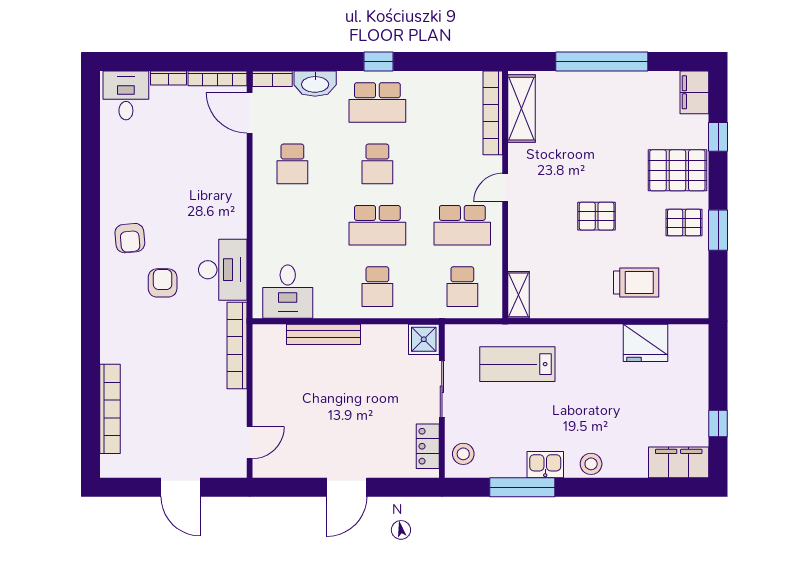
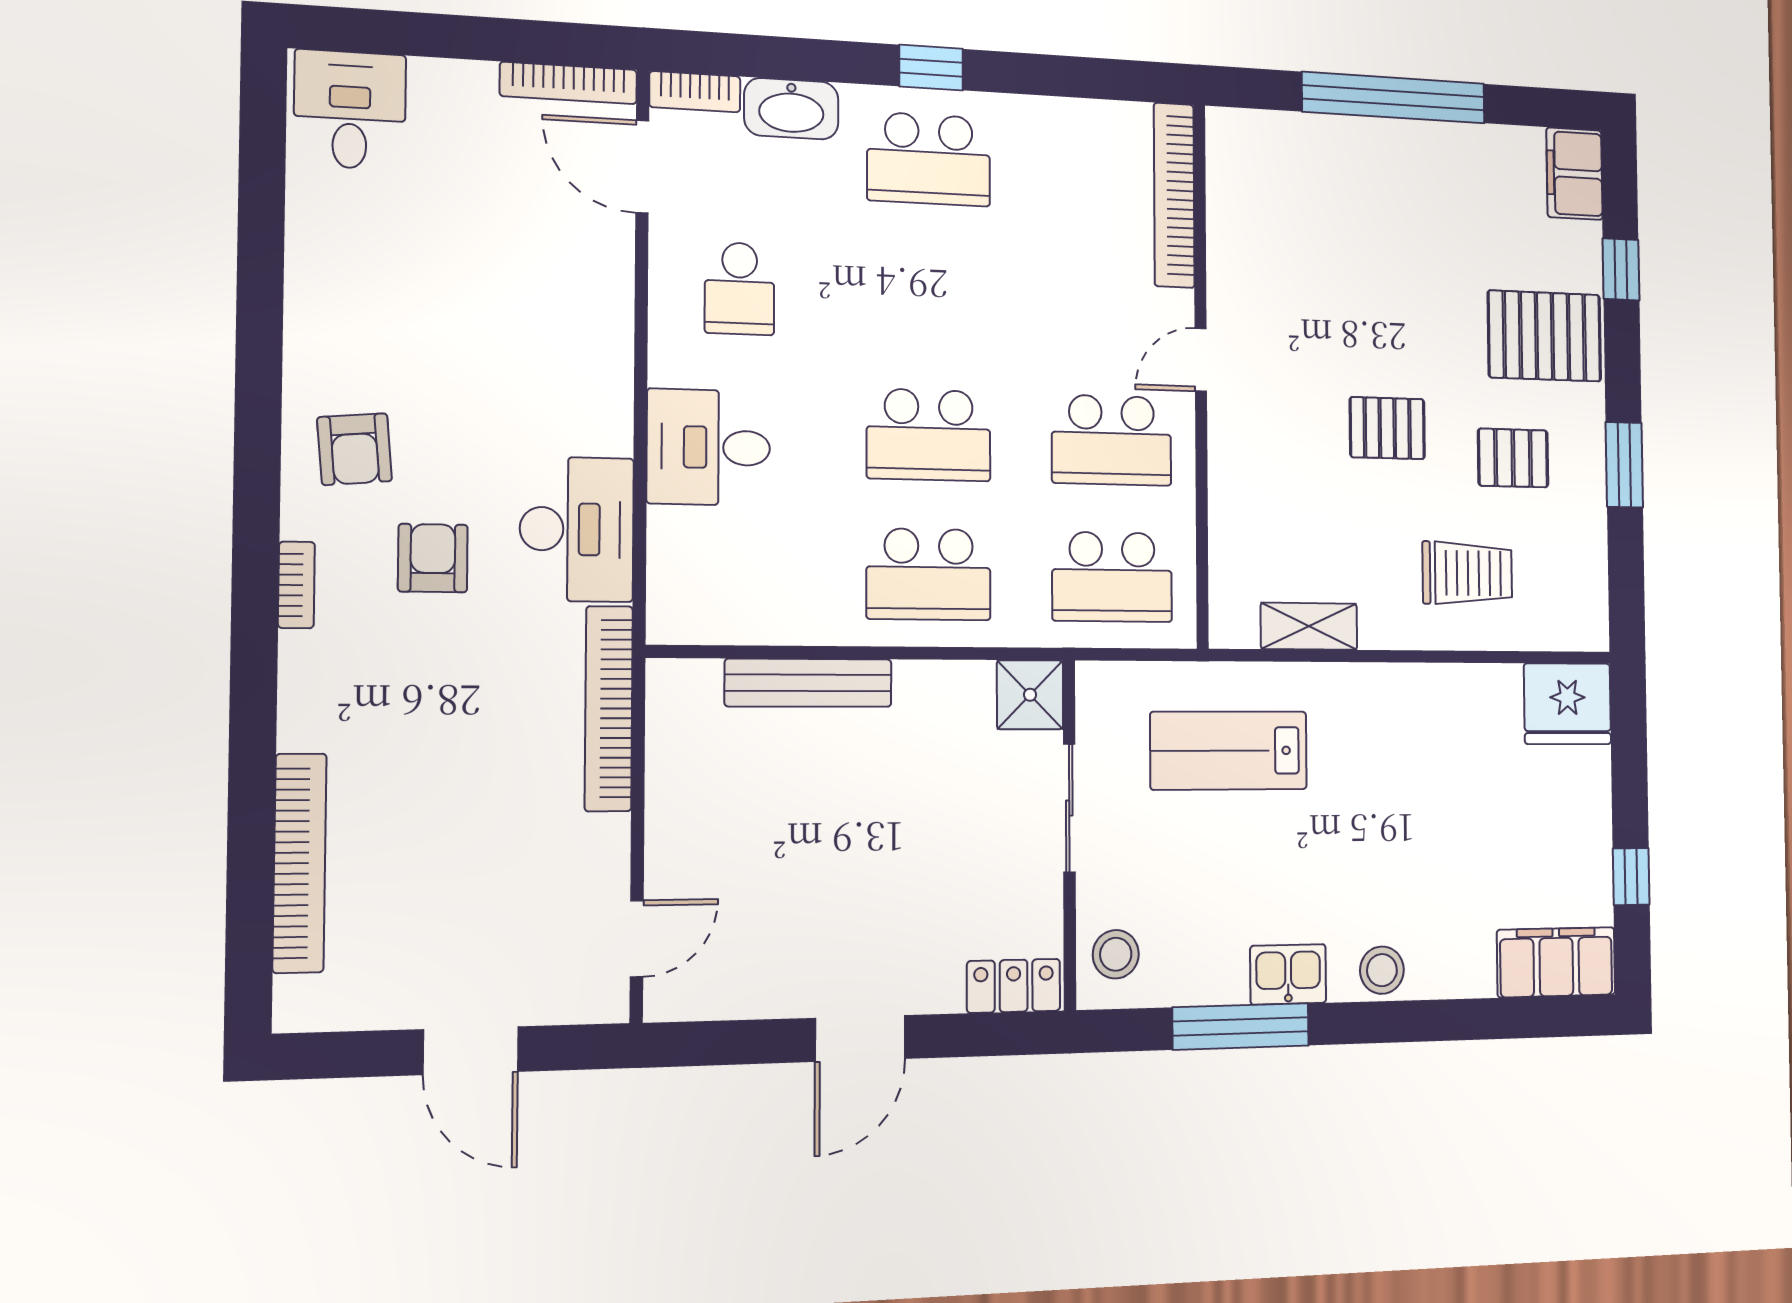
bookcase: (168, 78) -> (296, 585), moved, turned -90
shelving: (522, 109) -> (1233, 189), removed
school desk: (377, 164) -> (929, 297), removed
pallet: (684, 223) -> (1513, 458), moved
school desk: (377, 287) -> (929, 574), width x1.85
school desk: (462, 287) -> (1112, 577), width x1.85
desk: (288, 292) -> (709, 447), moved, turned 90
shelving: (519, 295) -> (1309, 626), moved, turned 90
fridge: (646, 343) -> (1568, 704), moved
locker: (428, 446) -> (1014, 986), moved, turned 90

